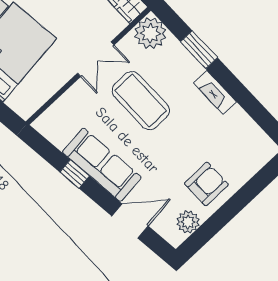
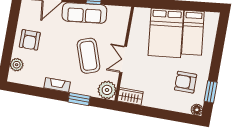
coffee table: (141, 101) -> (88, 56), turned 71
plant: (188, 222) -> (17, 65), moved

